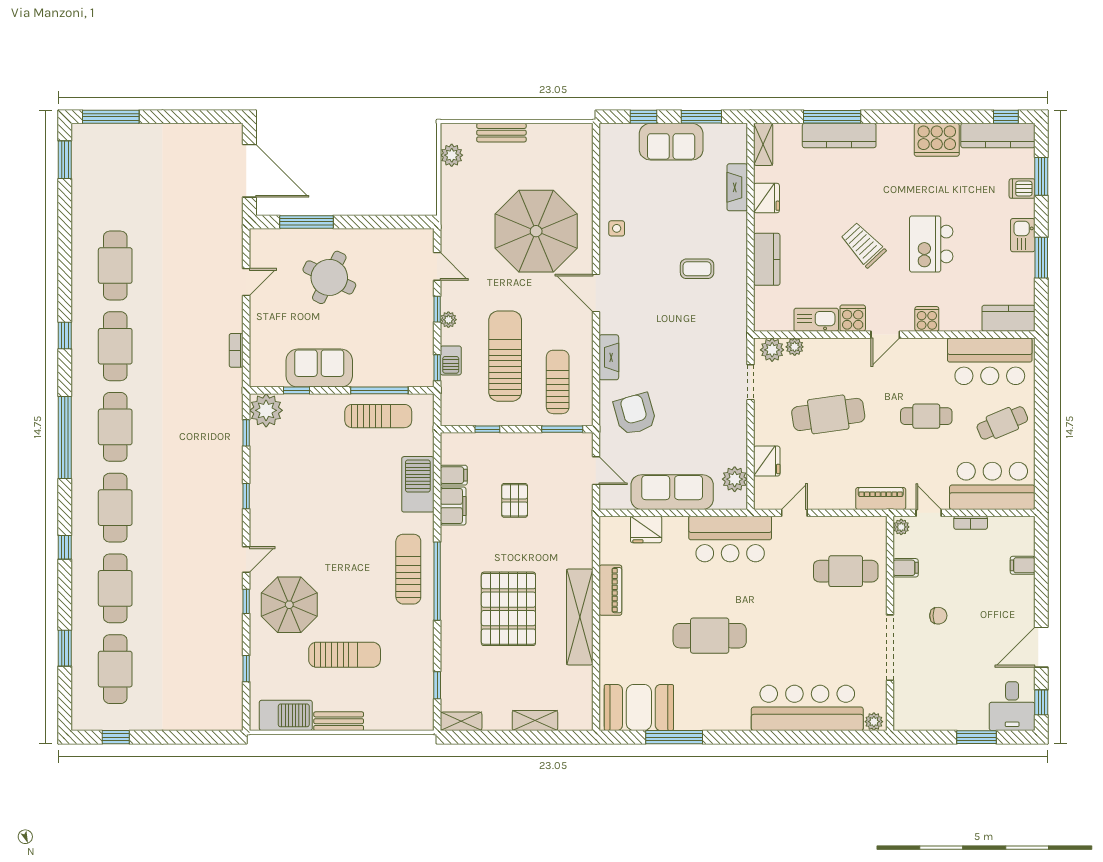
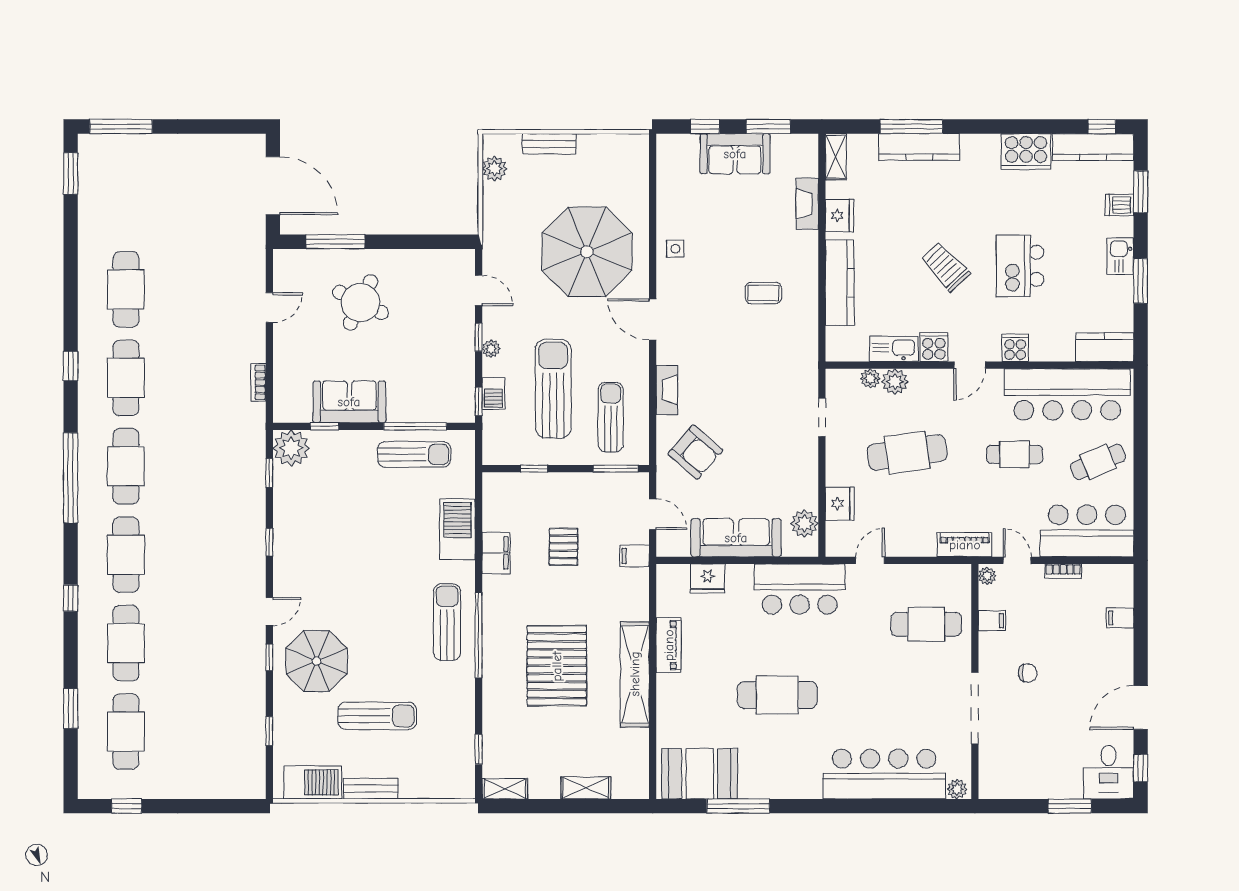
kitchen counter: (767, 259) -> (840, 283), width x1.50
plant: (772, 350) -> (895, 382), moved
bar counter: (990, 361) -> (1067, 394), width x1.36
armchair: (635, 414) -> (695, 452), turned 147
filing cabinet: (454, 475) -> (634, 556), moved, turned 180

